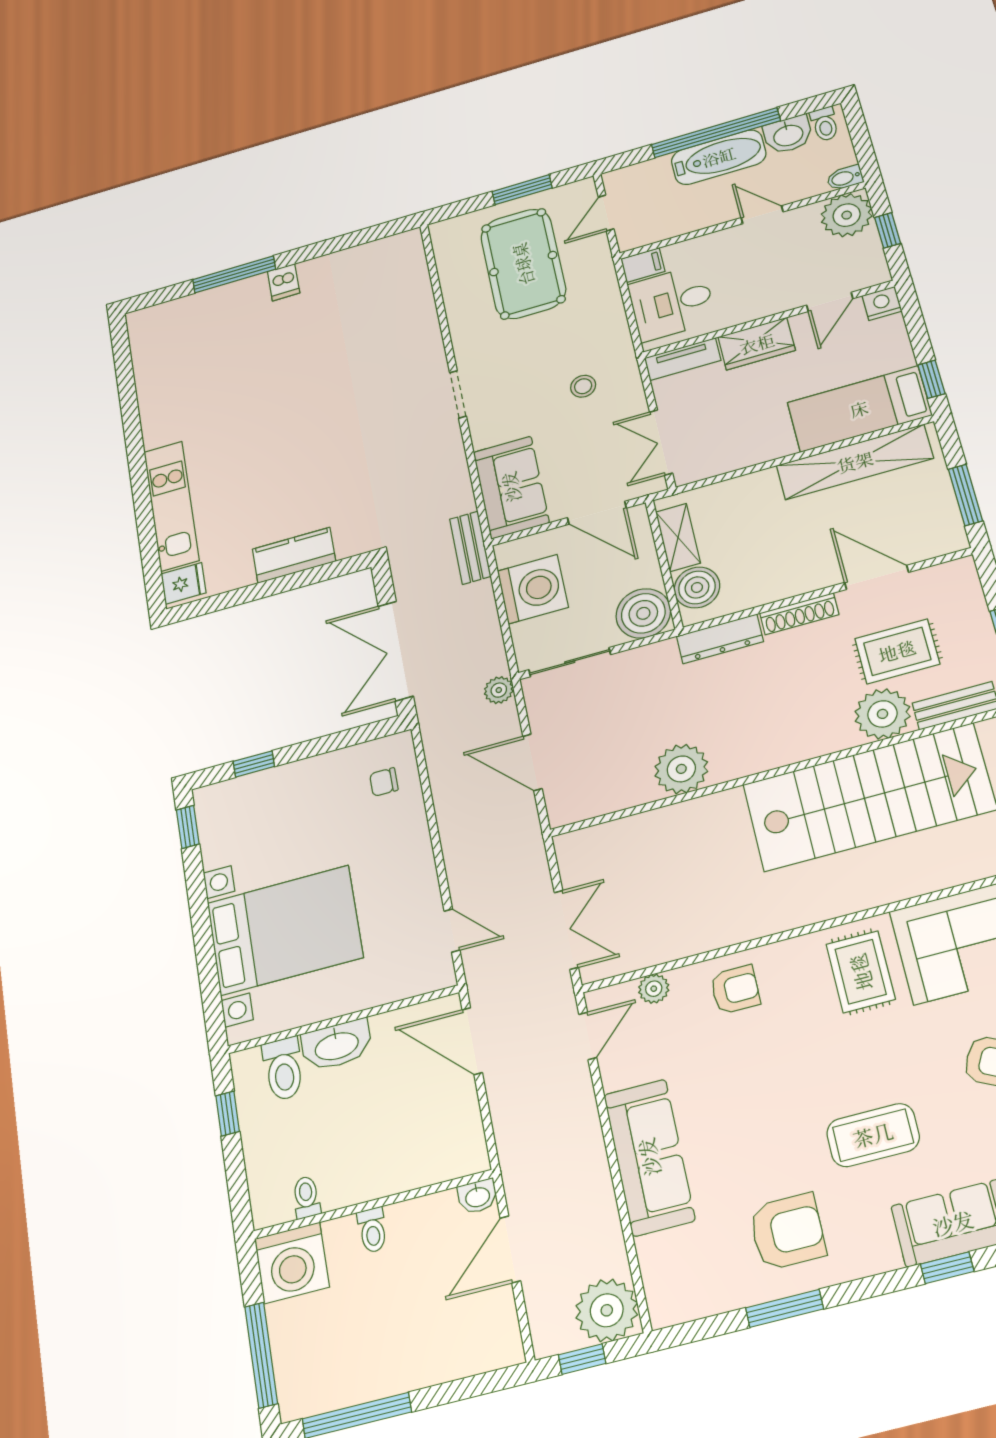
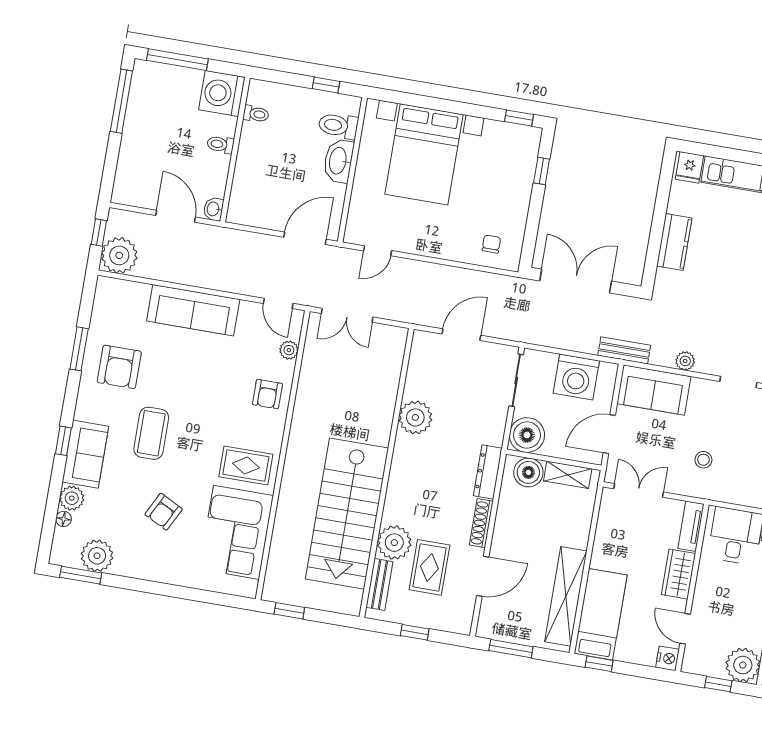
plant: (499, 690) -> (685, 361), moved

